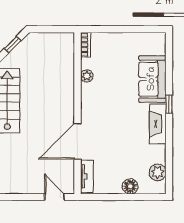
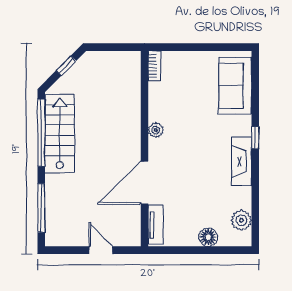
plant: (87, 76) -> (156, 130), moved
sofa: (152, 79) -> (235, 86), moved
door: (54, 197) -> (101, 250), moved

